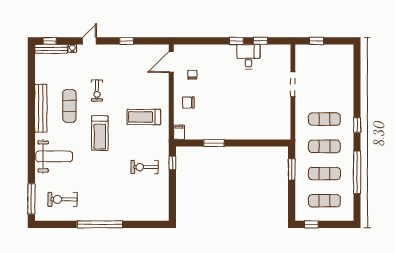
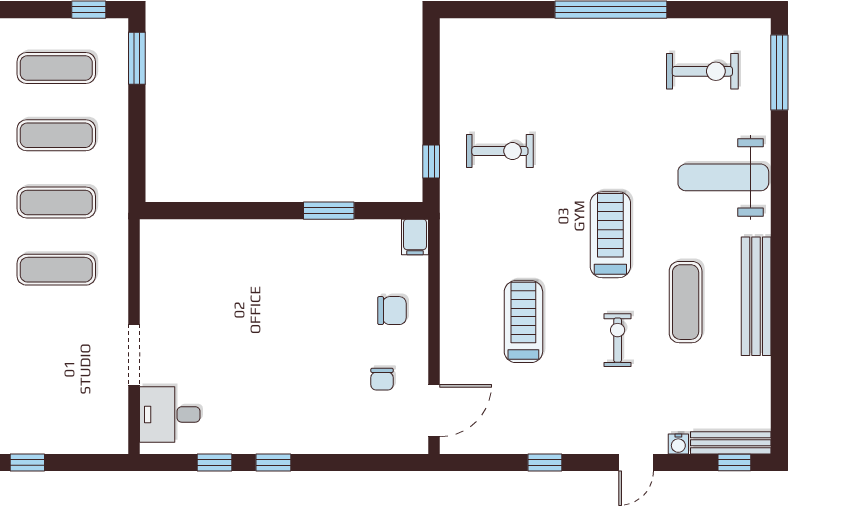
window: (317, 41) -> (27, 462), moved
desk: (248, 57) -> (170, 414), moved, turned 90
treadmill: (144, 117) -> (523, 322), moved, turned -90
window: (292, 169) -> (137, 58), moved

